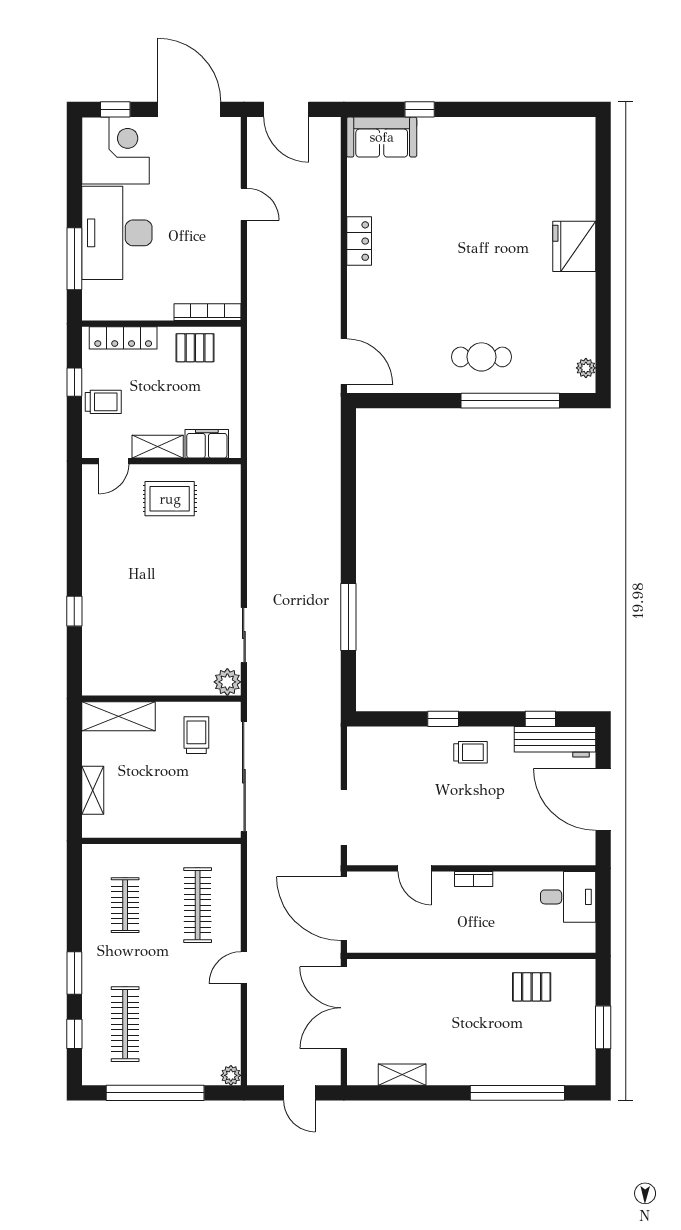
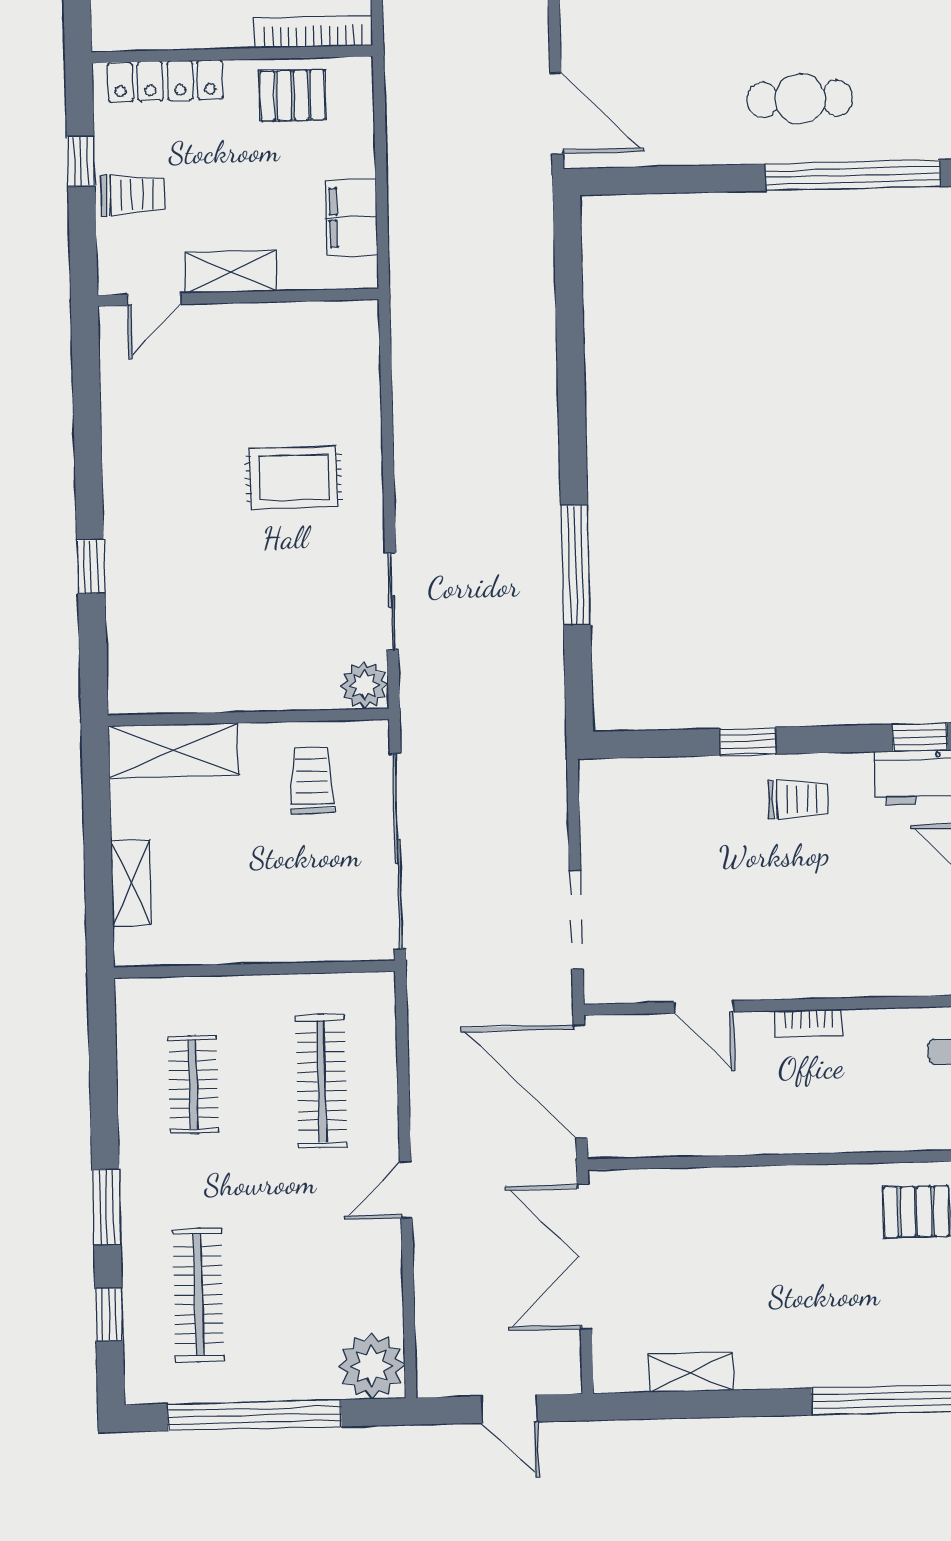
filing cabinet: (207, 444) -> (351, 217), moved, turned -90
rug: (170, 499) -> (294, 478), moved
plant: (231, 1075) -> (372, 1366), width x1.87, depth x1.87

